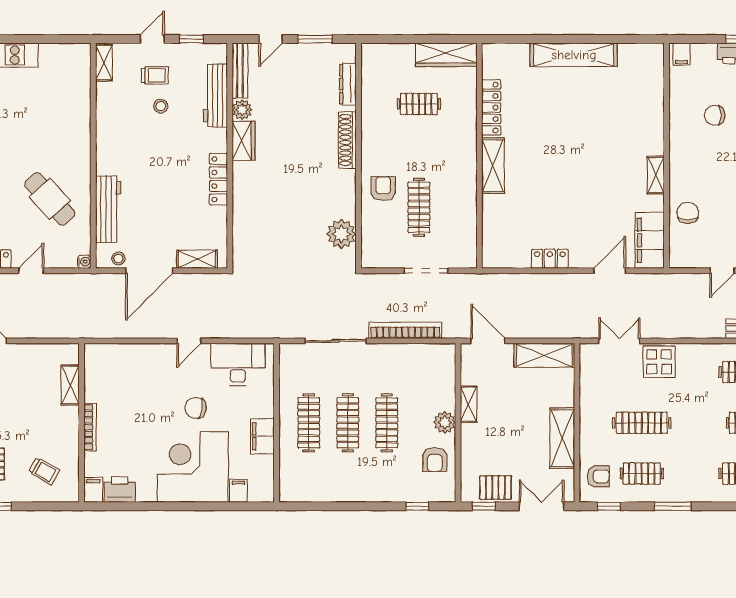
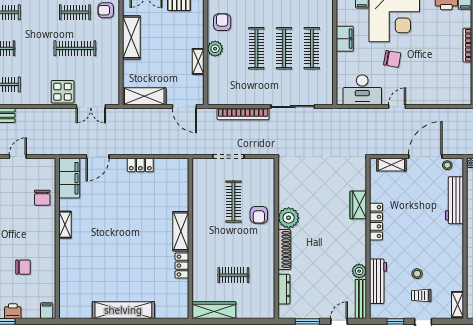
locker: (491, 108) -> (182, 266), width x0.66
wardrobe: (243, 141) -> (358, 205), moved
plant: (341, 234) -> (289, 218), moved

